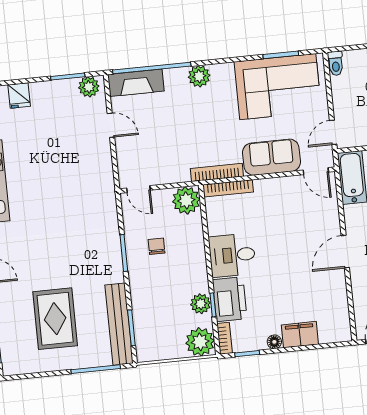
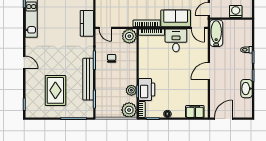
kitchen counter: (102, 184) -> (87, 23), added
desk: (232, 255) -> (176, 40), moved, turned 90
bench: (119, 324) -> (88, 79), moved
filing cabinet: (300, 335) -> (195, 111), moved

